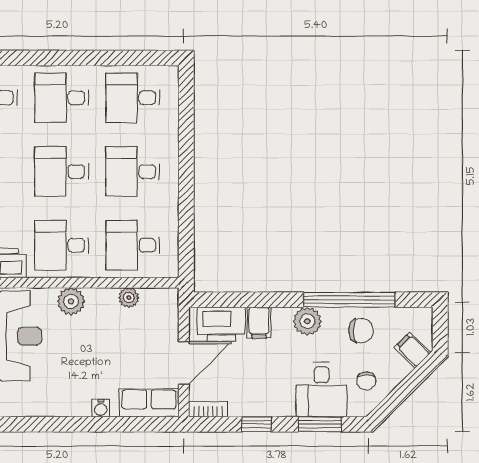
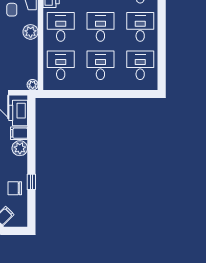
plant: (129, 298) -> (33, 85), moved
window: (349, 300) -> (31, 182), width x0.32
plant: (307, 321) -> (20, 148), moved
chair: (361, 331) -> (15, 188), turned 90

